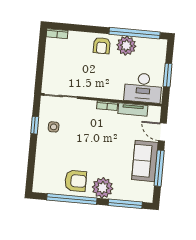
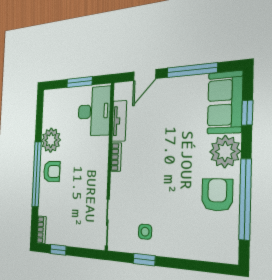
window: (135, 33) -> (37, 174), moved
window: (42, 50) -> (58, 250), added
sofa: (145, 161) -> (225, 102), moved, turned 90
window: (125, 204) -> (247, 113), width x0.46

